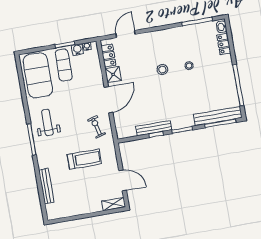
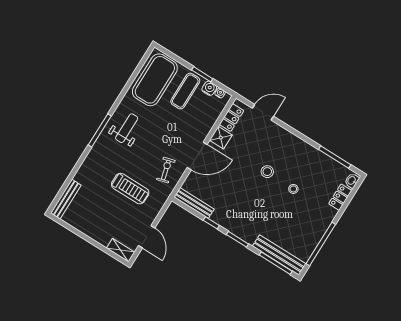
bench: (154, 128) -> (194, 203), moved
bench: (46, 186) -> (66, 199), moved

